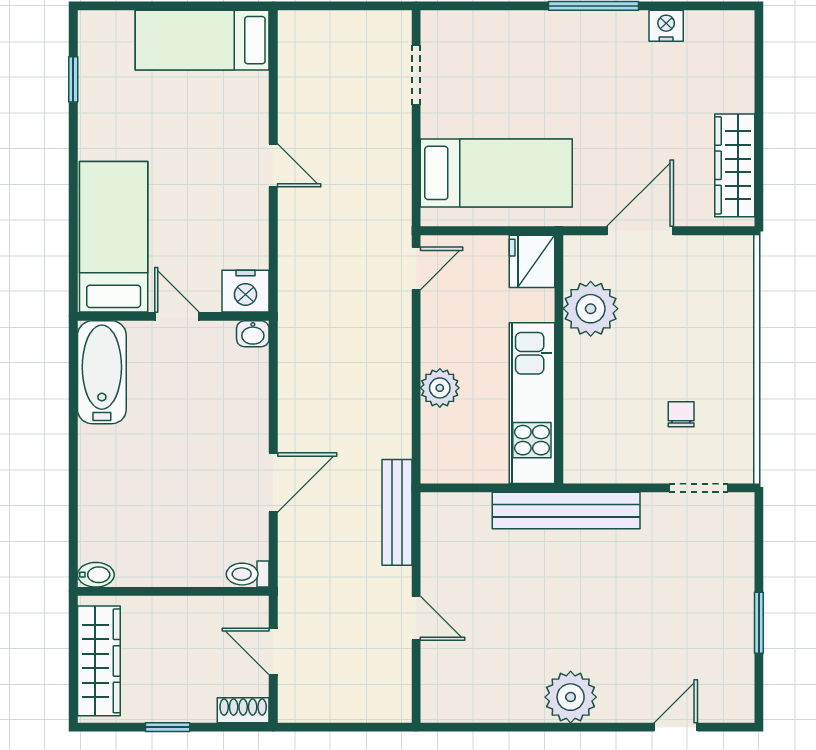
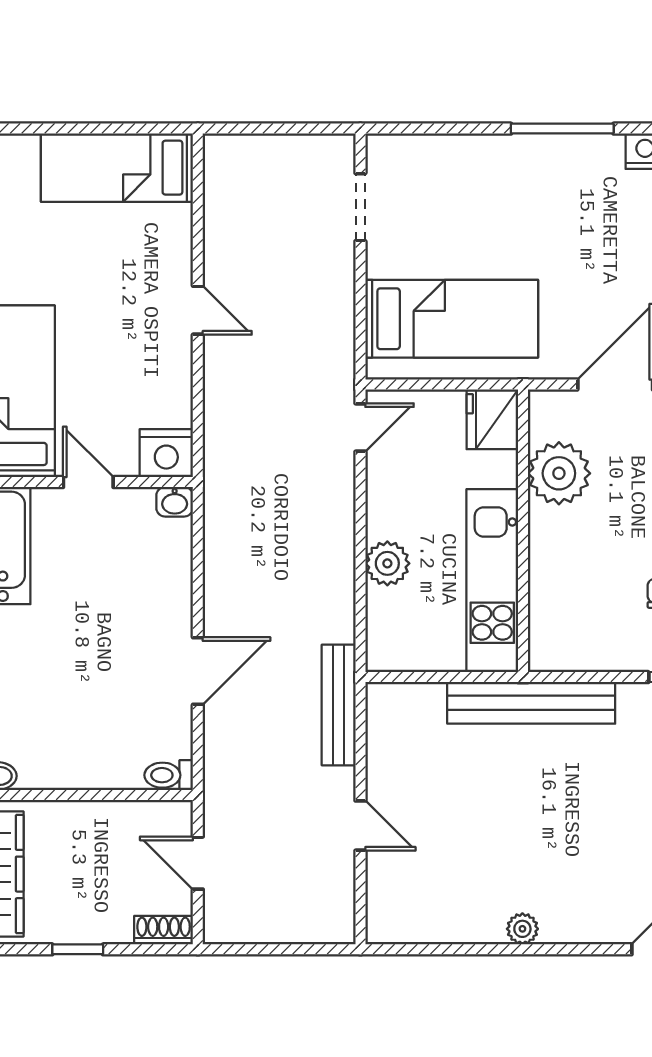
plant: (571, 697) -> (522, 929), width x0.53, depth x0.53

